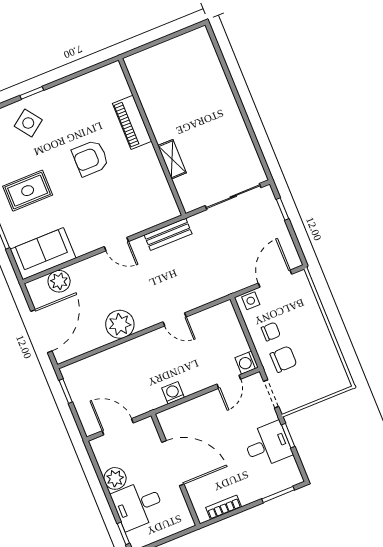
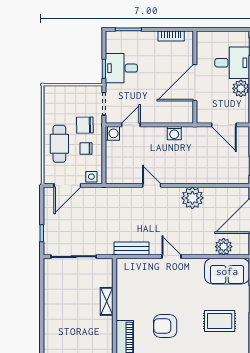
armchair: (90, 158) -> (165, 326), turned 180
cafe table: (305, 324) -> (59, 144), added
door: (173, 463) -> (195, 83), hinge flipped

